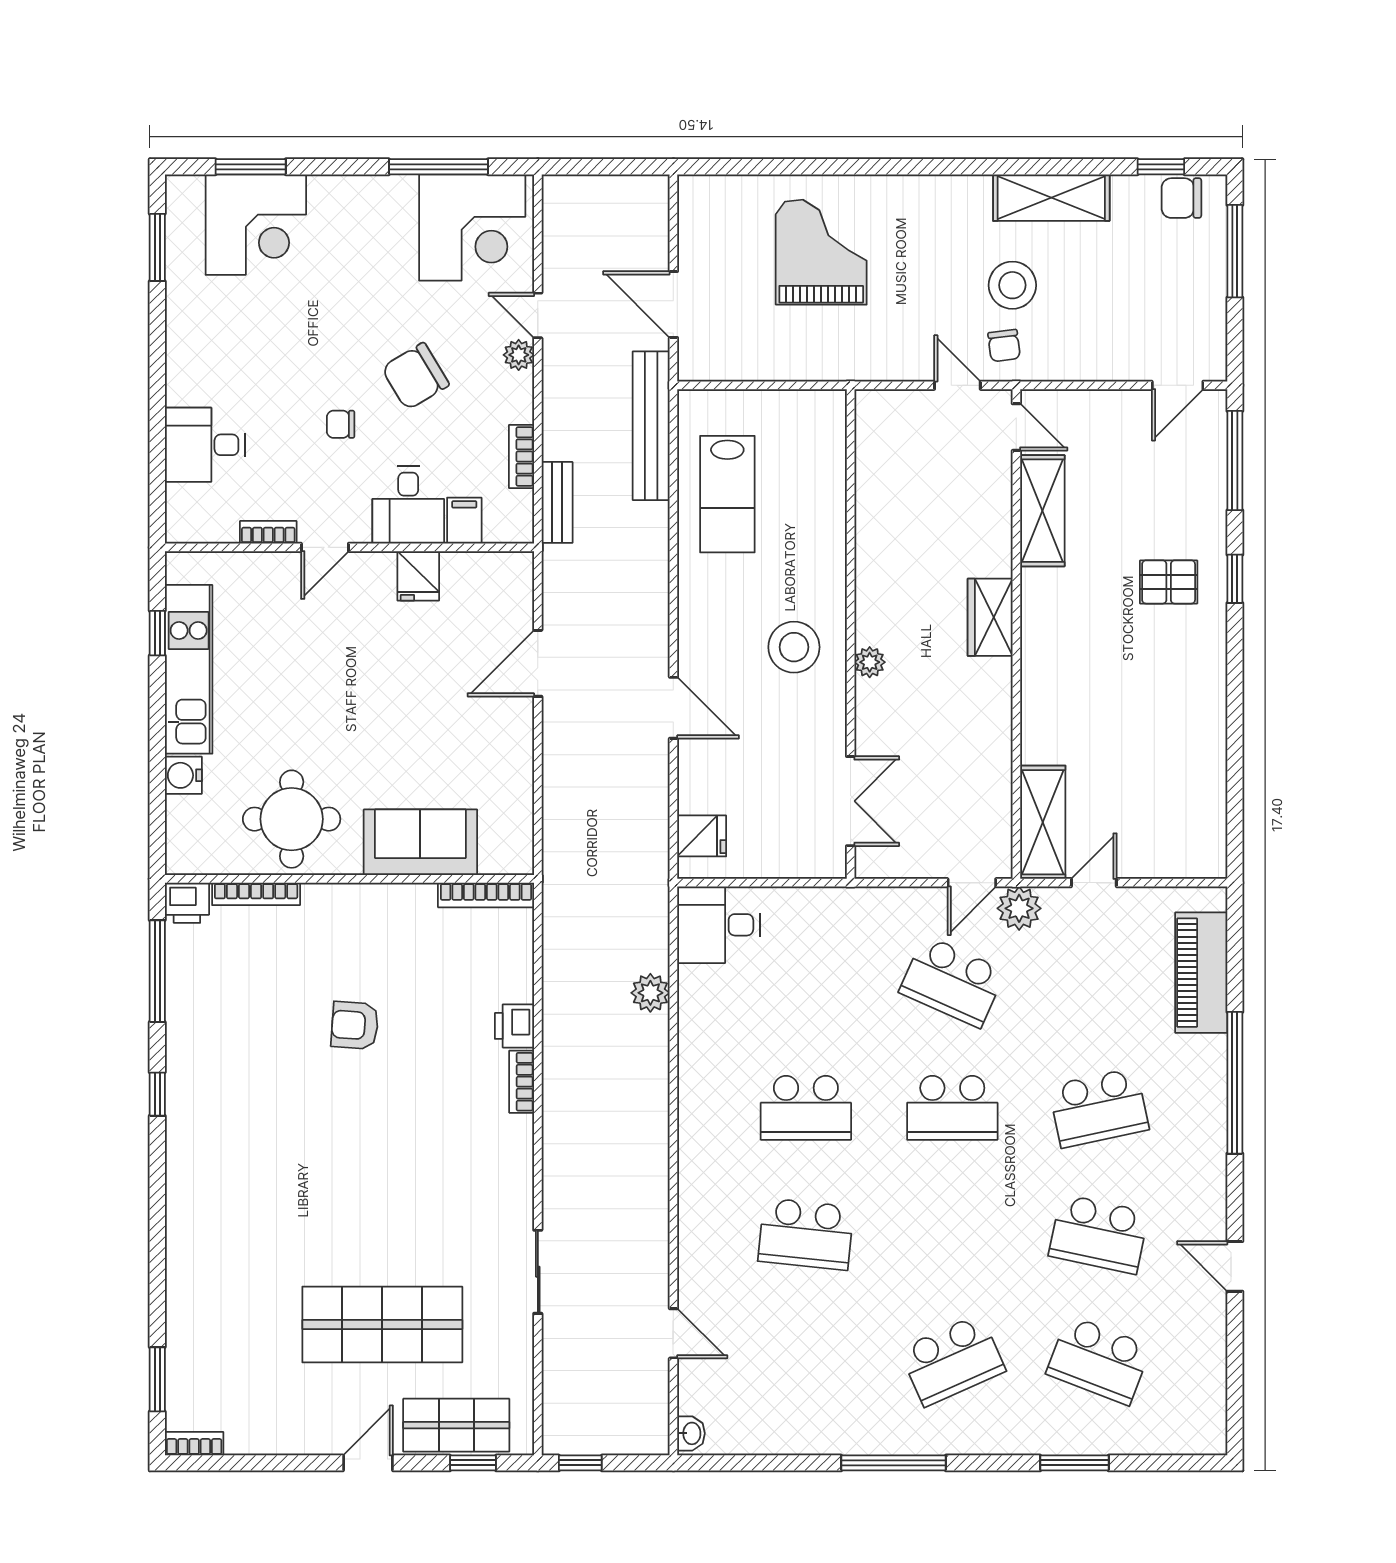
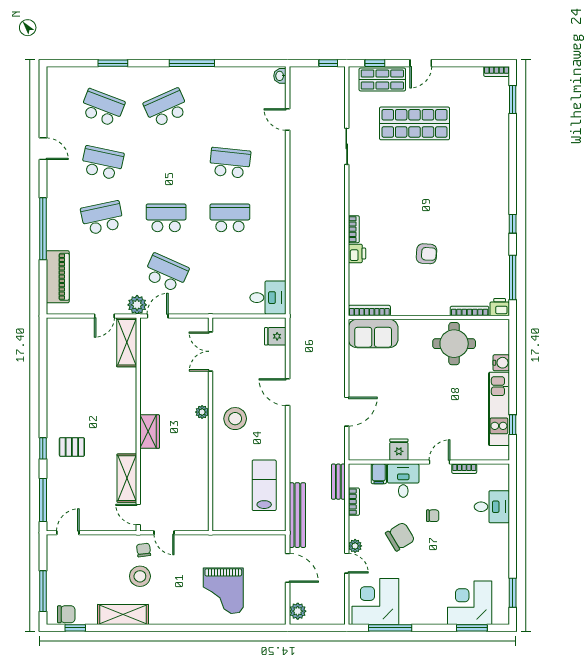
sofa: (420, 842) -> (373, 334), moved
plant: (650, 993) -> (298, 611), moved

